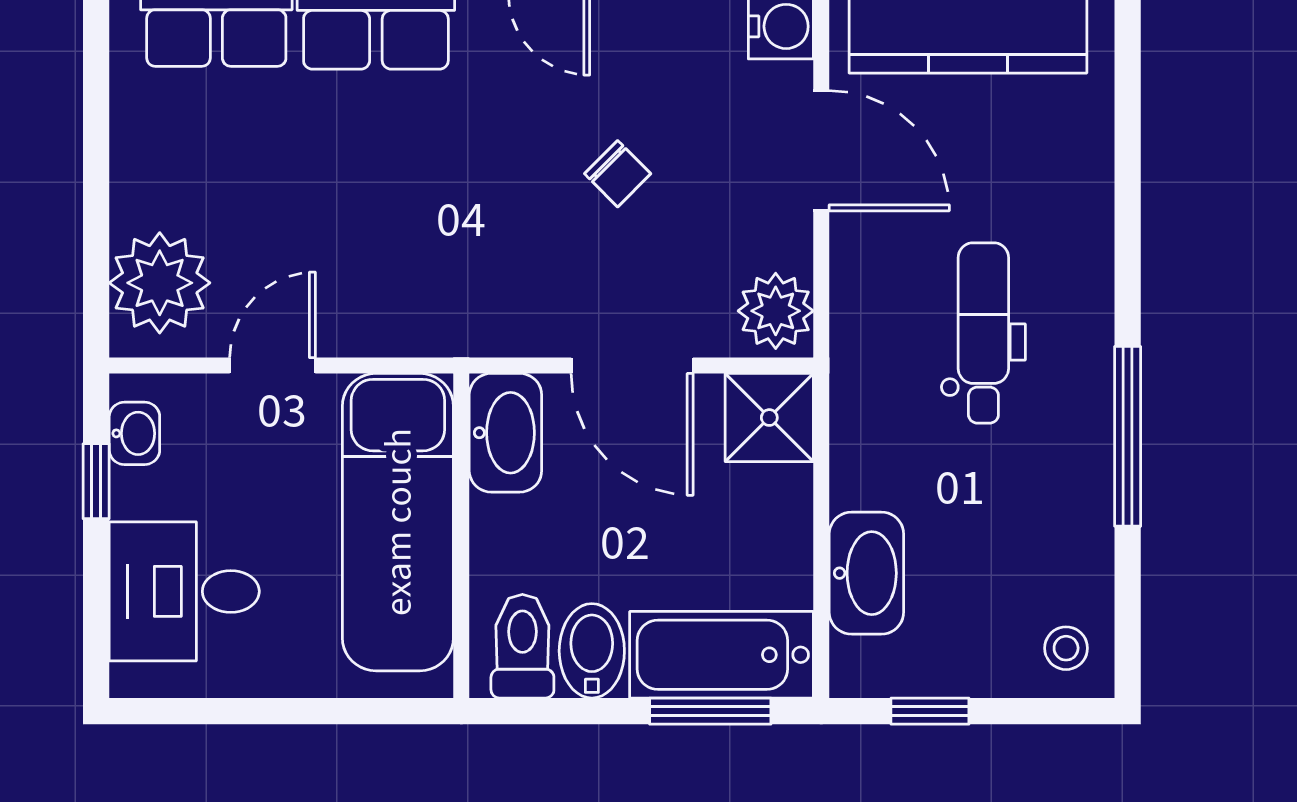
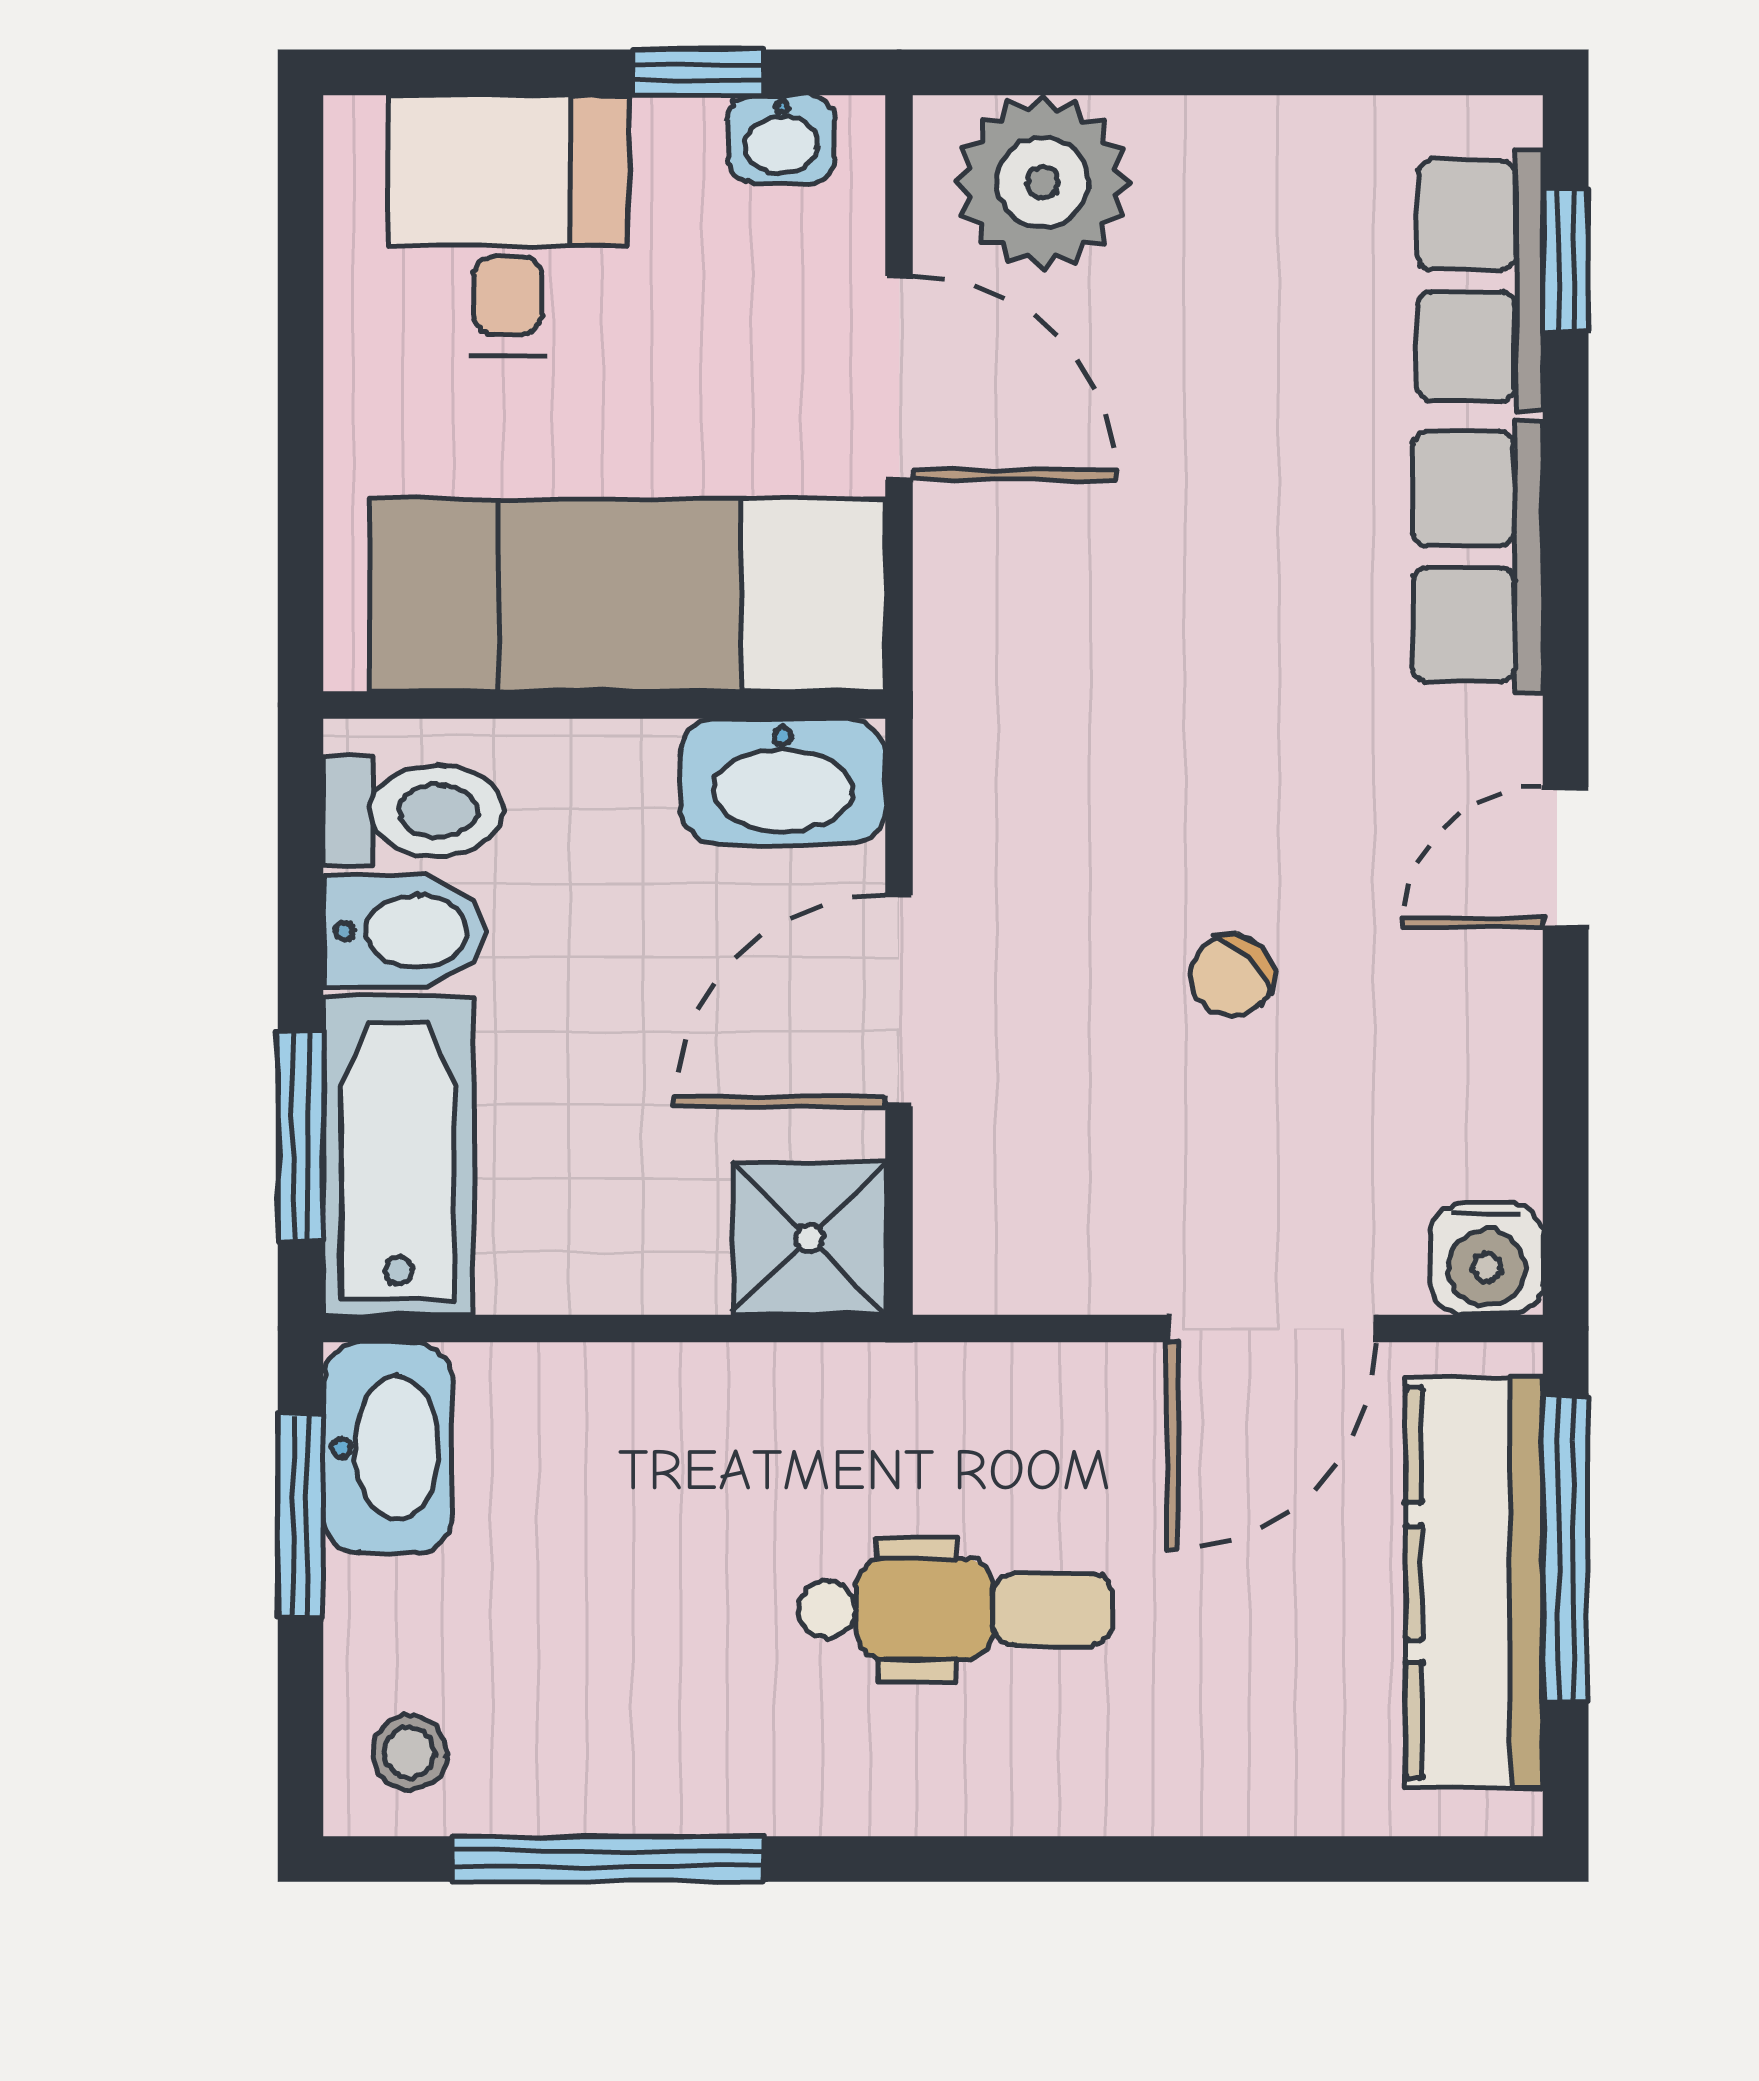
plant: (776, 311) -> (994, 1249), removed
door: (273, 366) -> (899, 378), width x1.38
window: (1128, 436) -> (607, 1859), moved
washbasin: (866, 573) -> (388, 1448), moved, turned -90
window: (930, 711) -> (300, 1517), width x1.50

